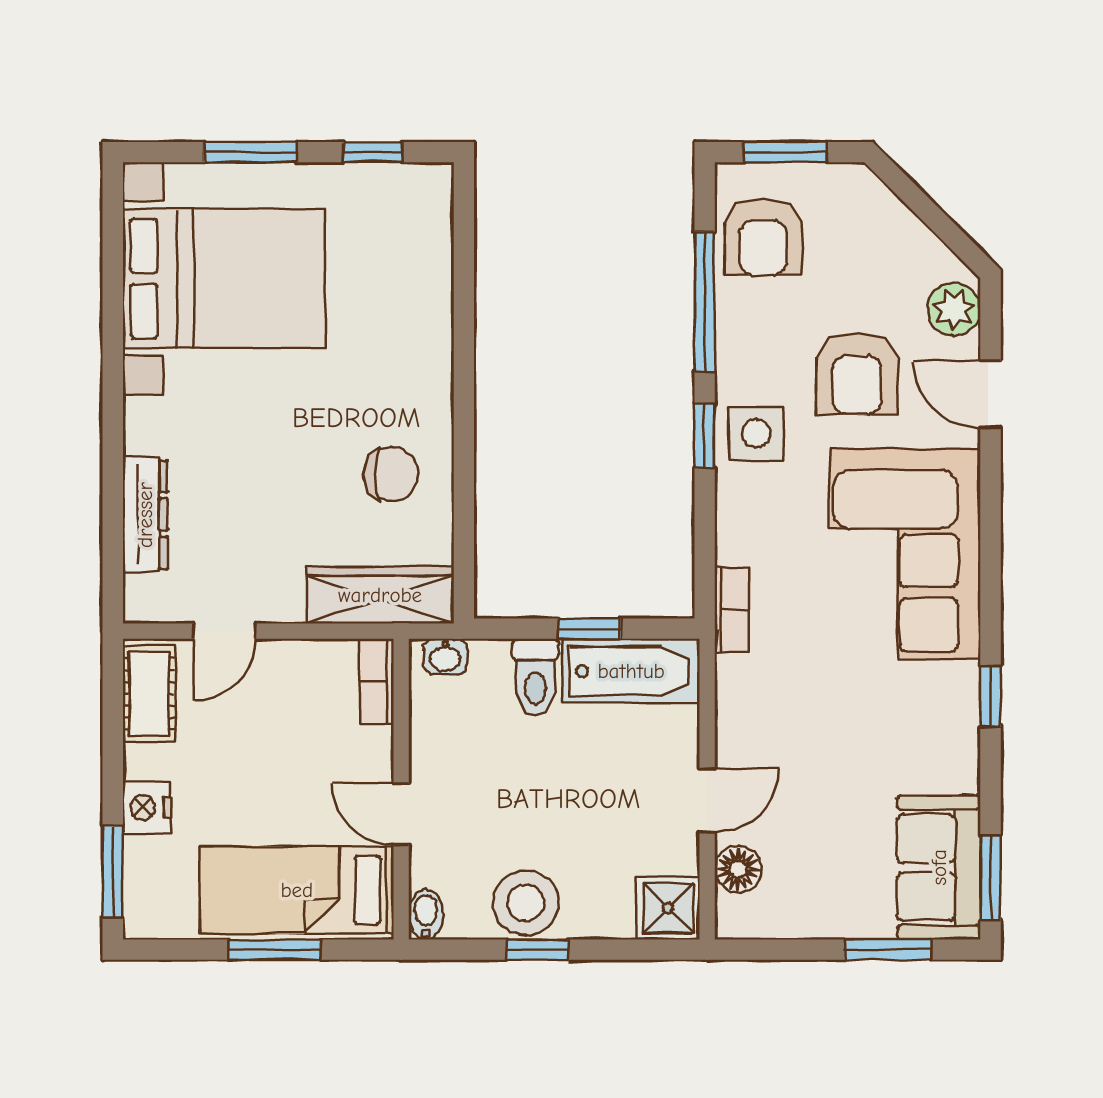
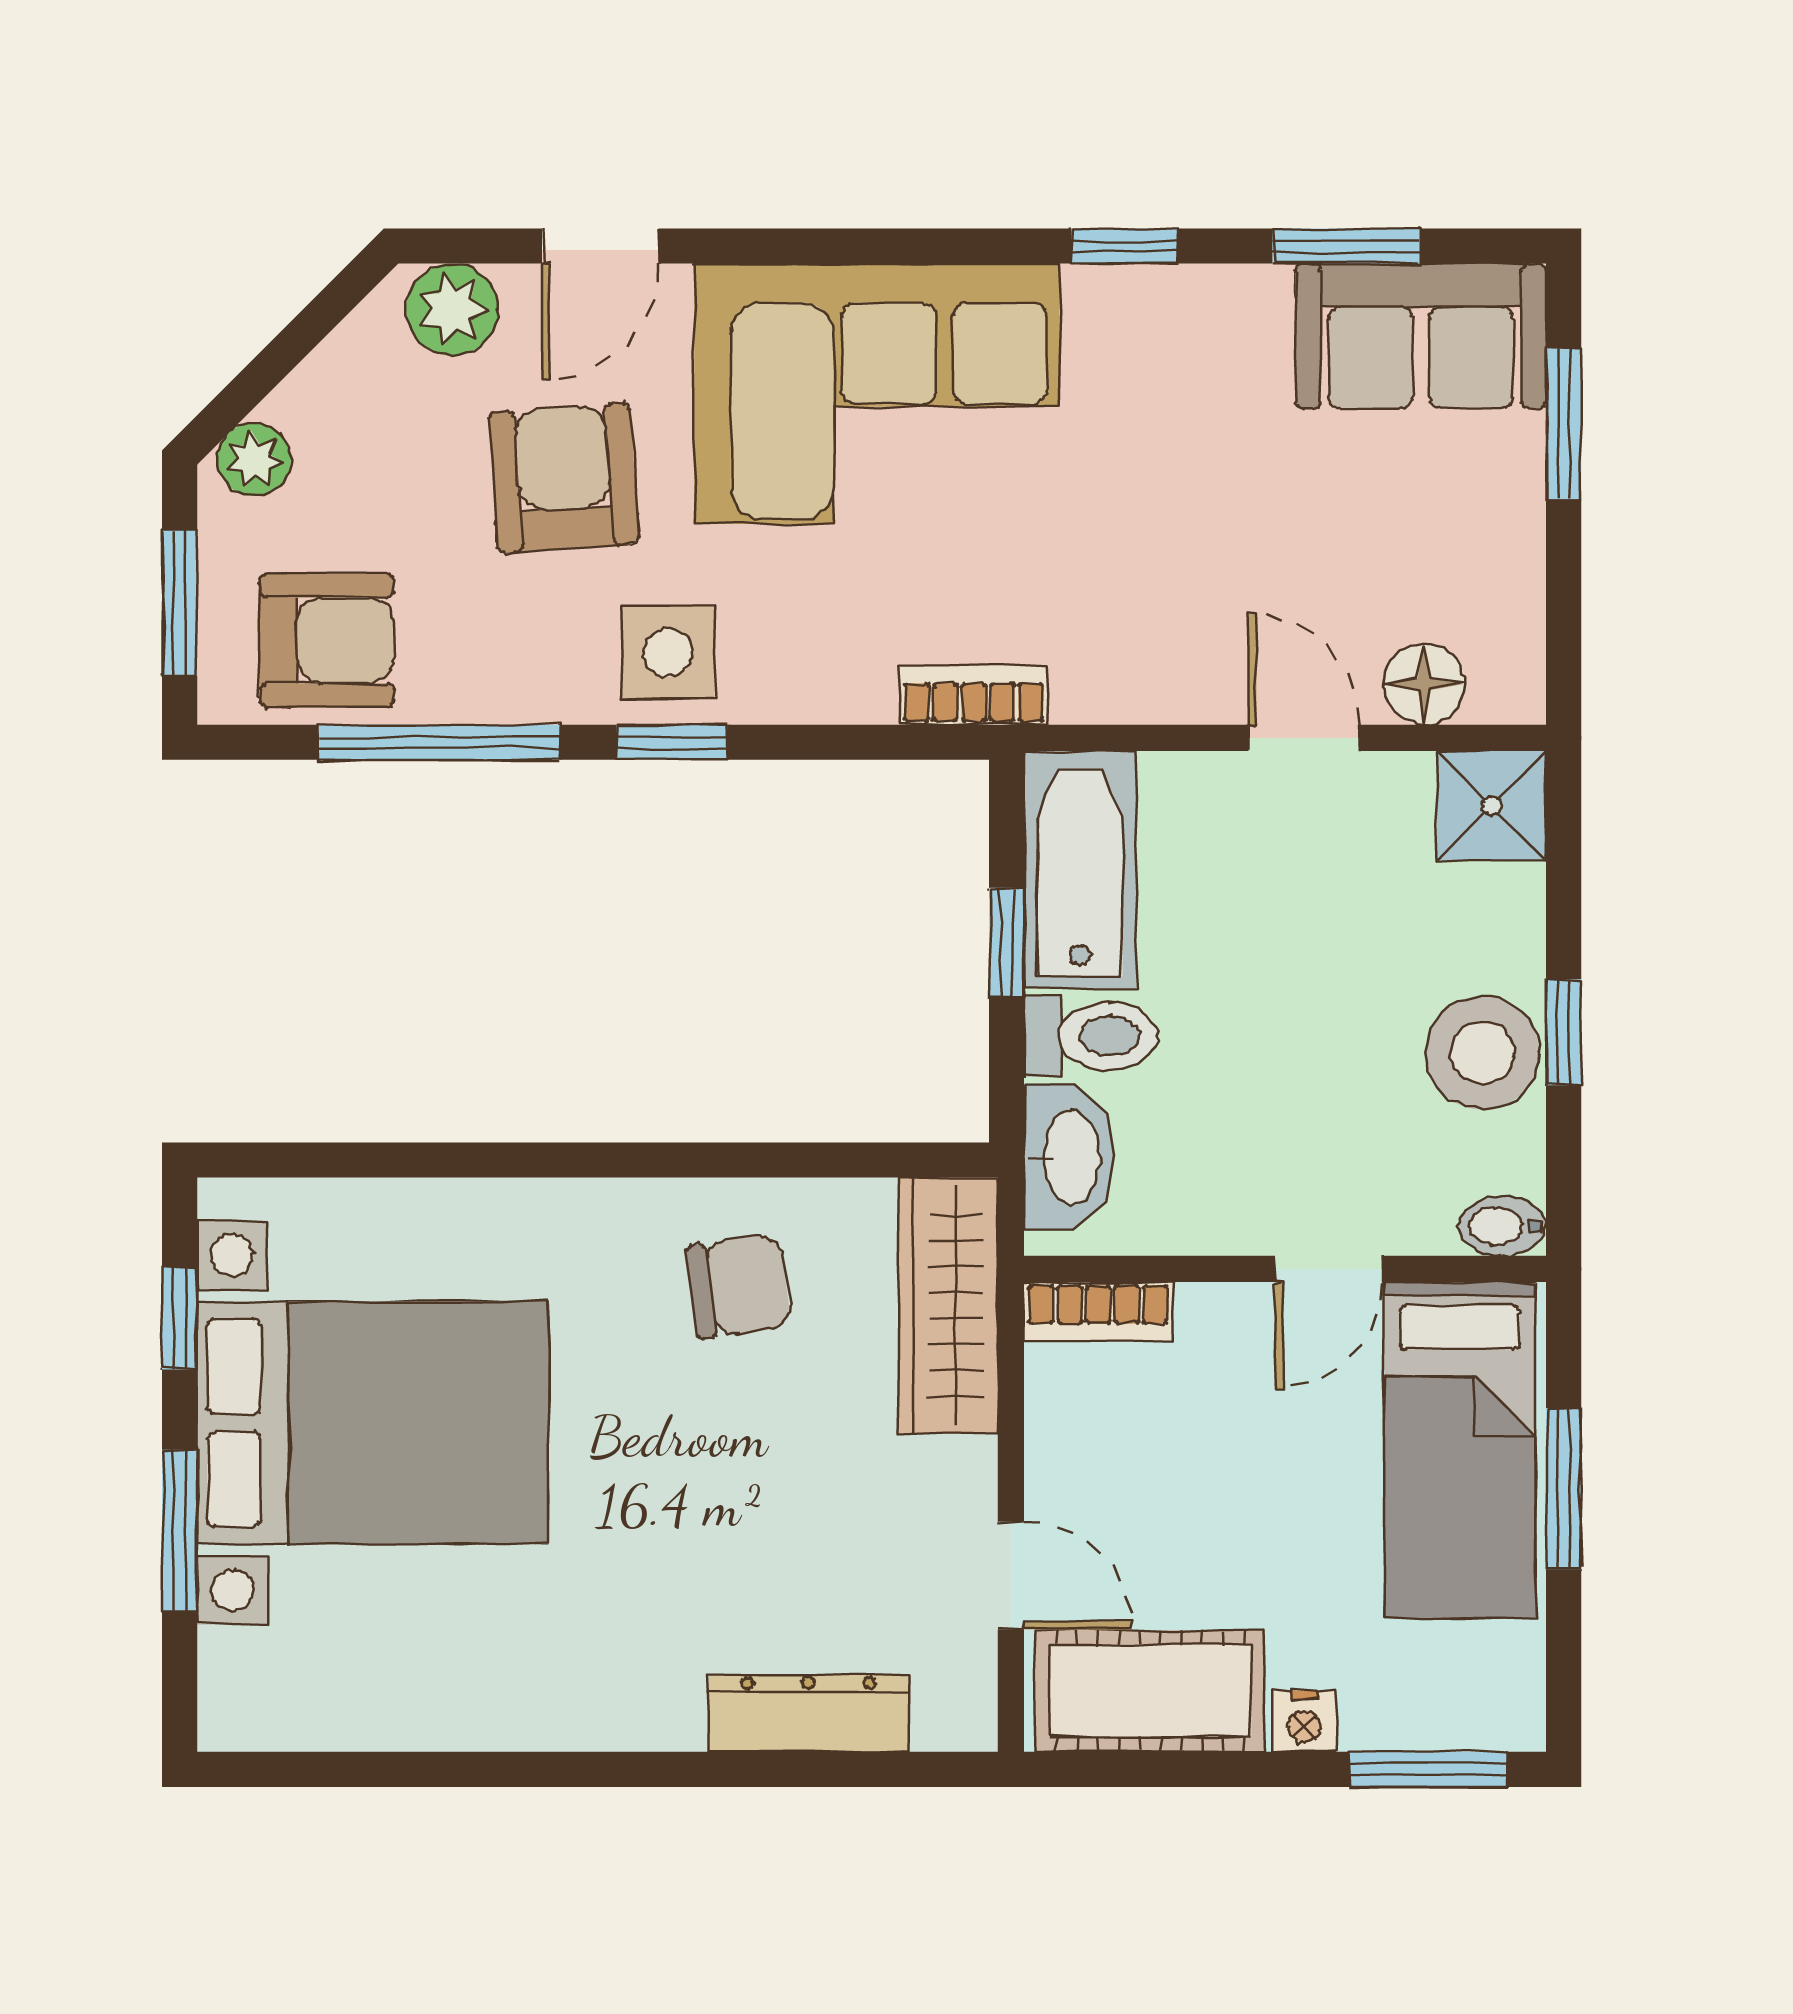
plant: (868, 195) -> (254, 459), added
bed with nightstands: (224, 279) -> (373, 1423), moved, turned 90
armchair: (857, 374) -> (564, 478), turned -94
chair: (391, 474) -> (739, 1286), turned 82
washbasin: (445, 657) -> (1069, 1157), width x1.91, depth x1.45
cot: (149, 694) -> (1150, 1691), width x1.37, depth x1.34
nightstand: (147, 807) -> (1304, 1721), width x0.72, depth x0.74
window: (990, 878) -> (1346, 246), moved

